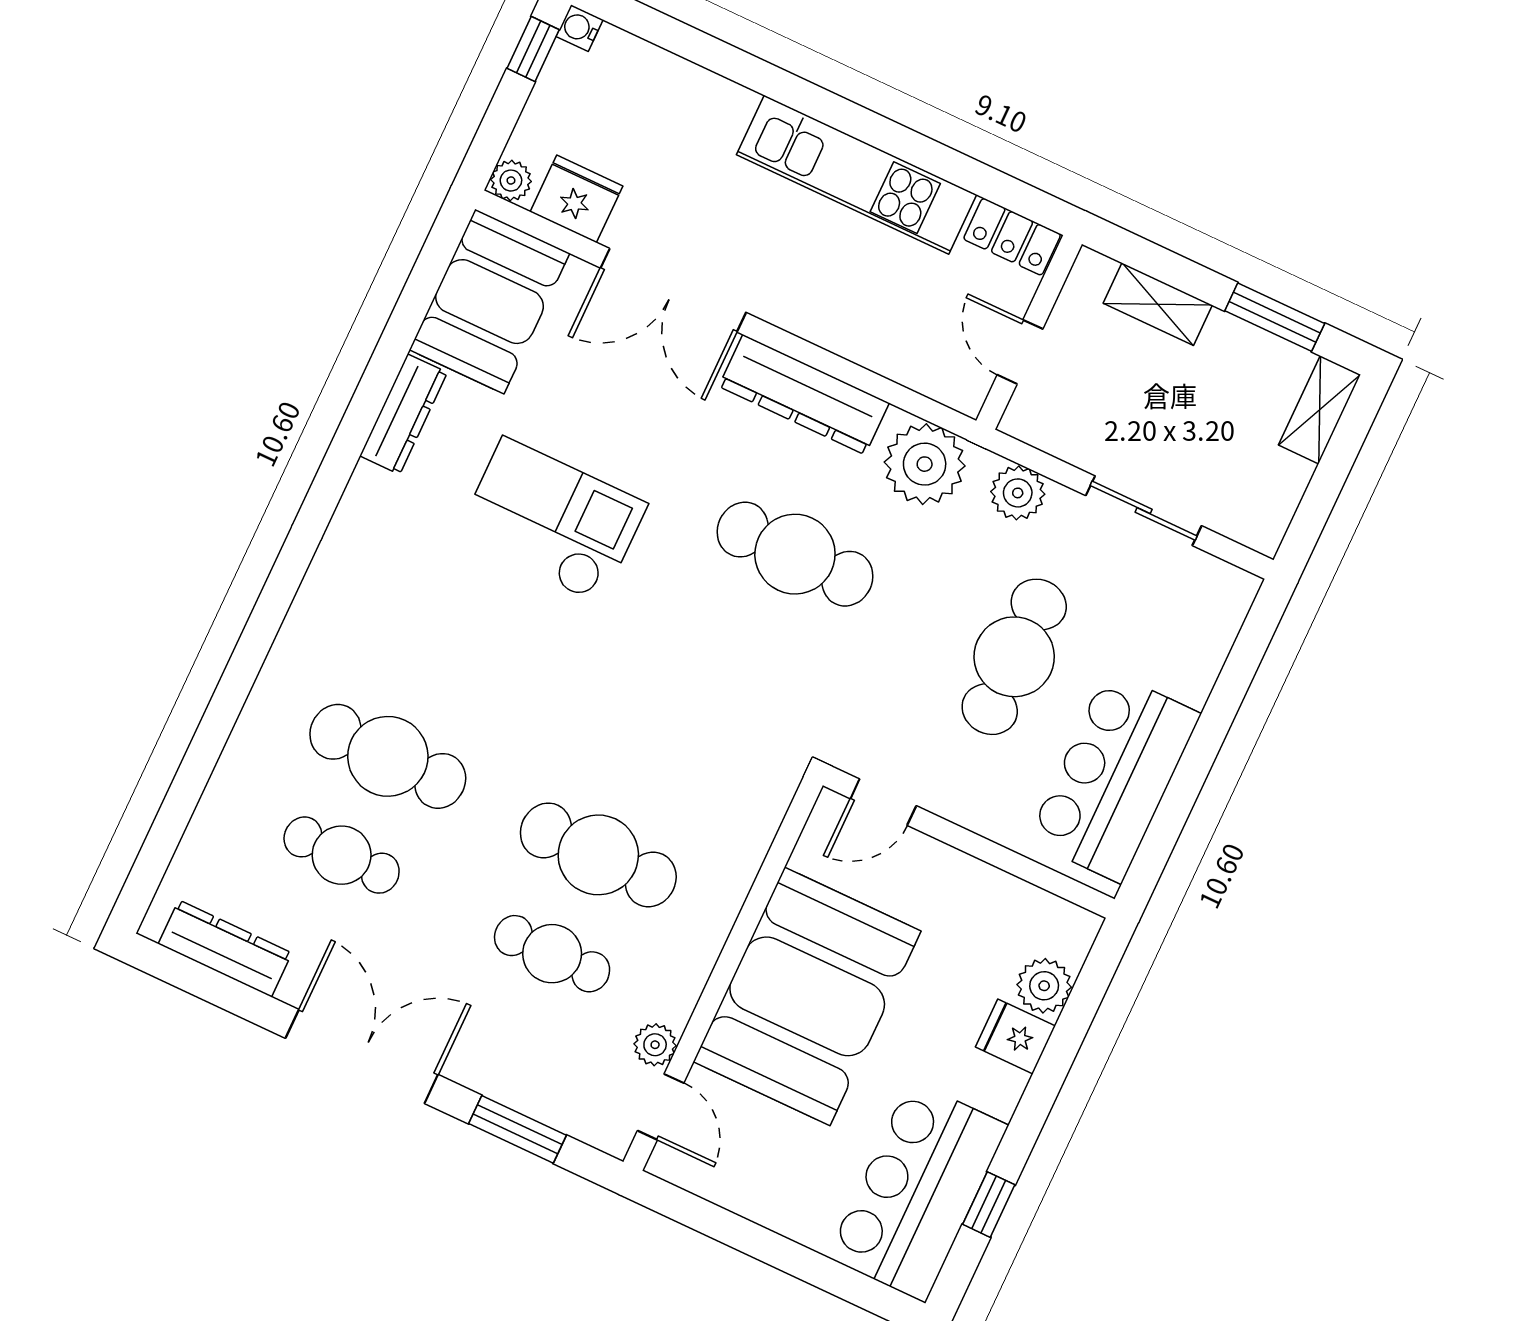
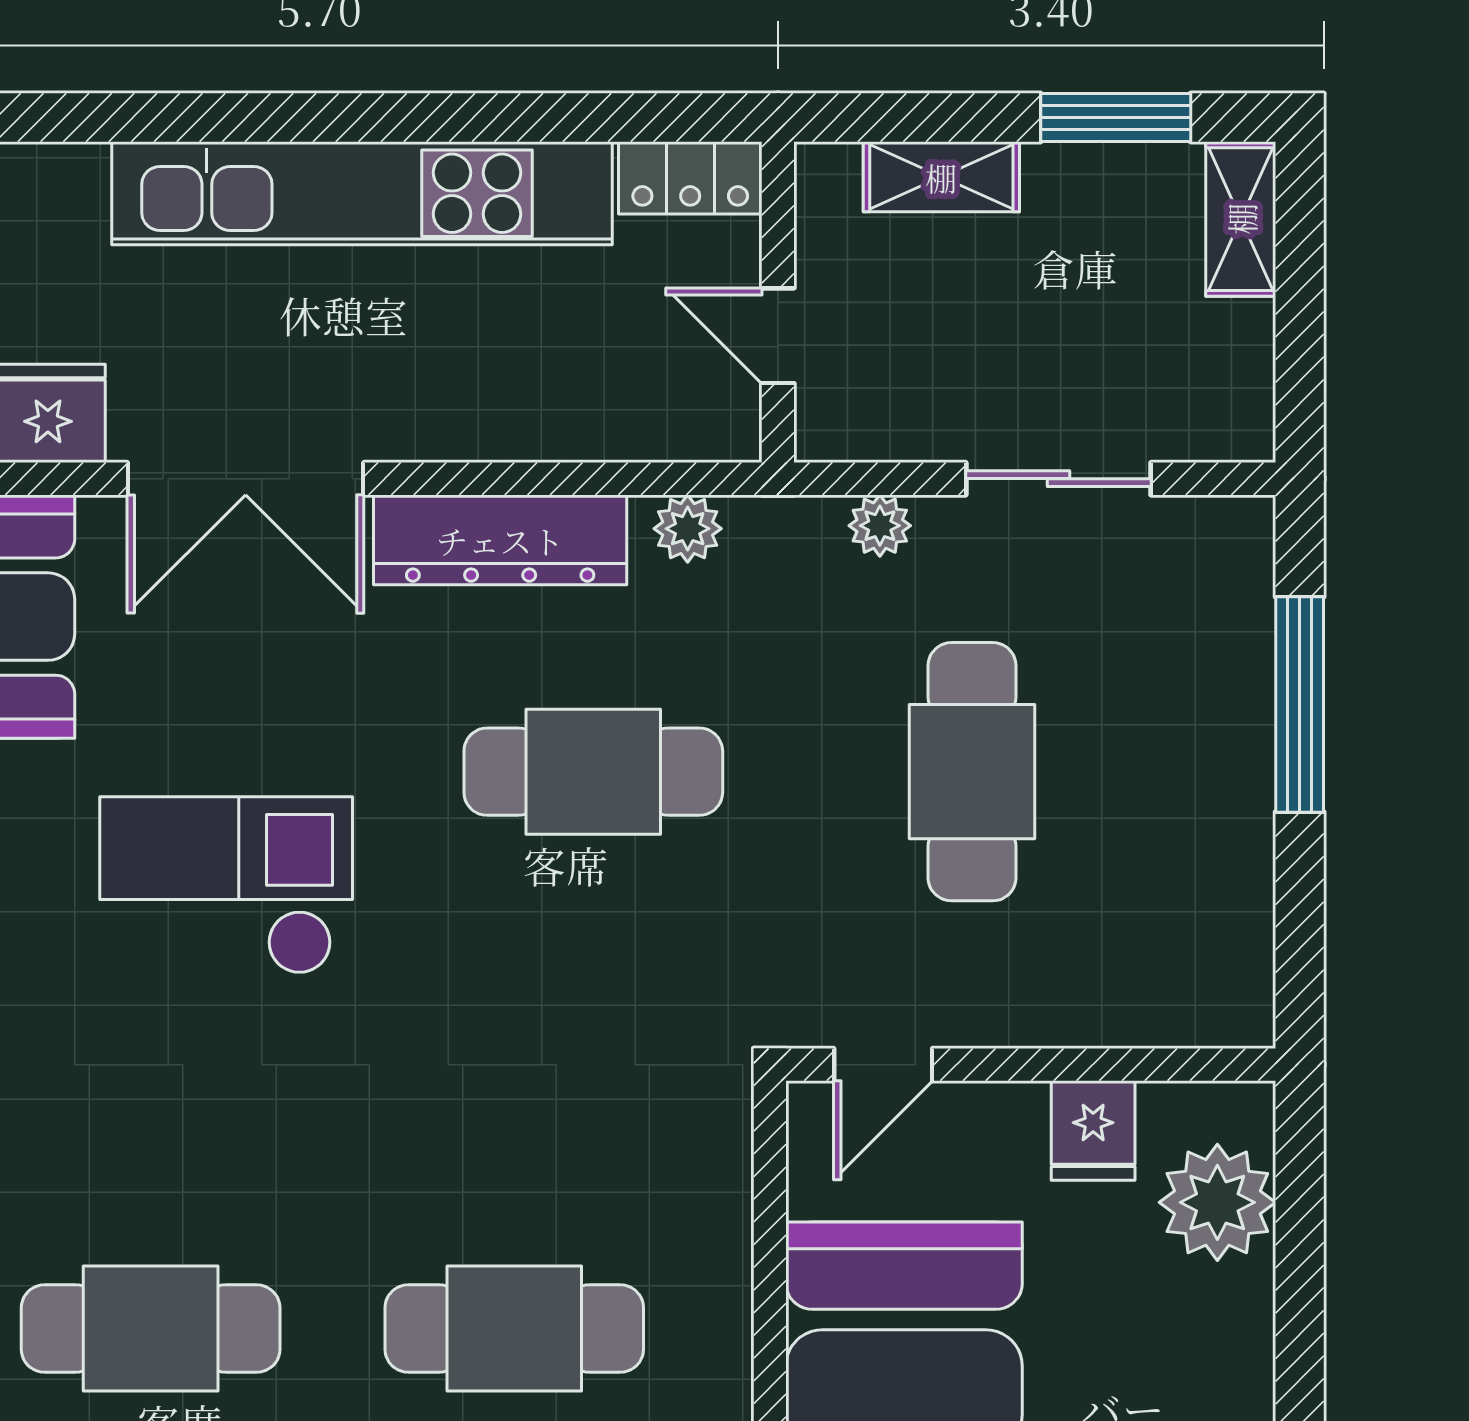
kitchen unit: (857, 175) -> (362, 193), width x1.36
plant: (925, 464) -> (688, 529), width x0.53, depth x0.53
plant: (1018, 493) -> (880, 526), width x0.73, depth x0.73
window: (1222, 707) -> (1300, 704), added
bar counter: (1114, 777) -> (1193, 876), removed
plant: (1044, 986) -> (1217, 1202), width x1.36, depth x1.36
fridge: (1015, 1036) -> (1093, 1130), moved, turned -90

